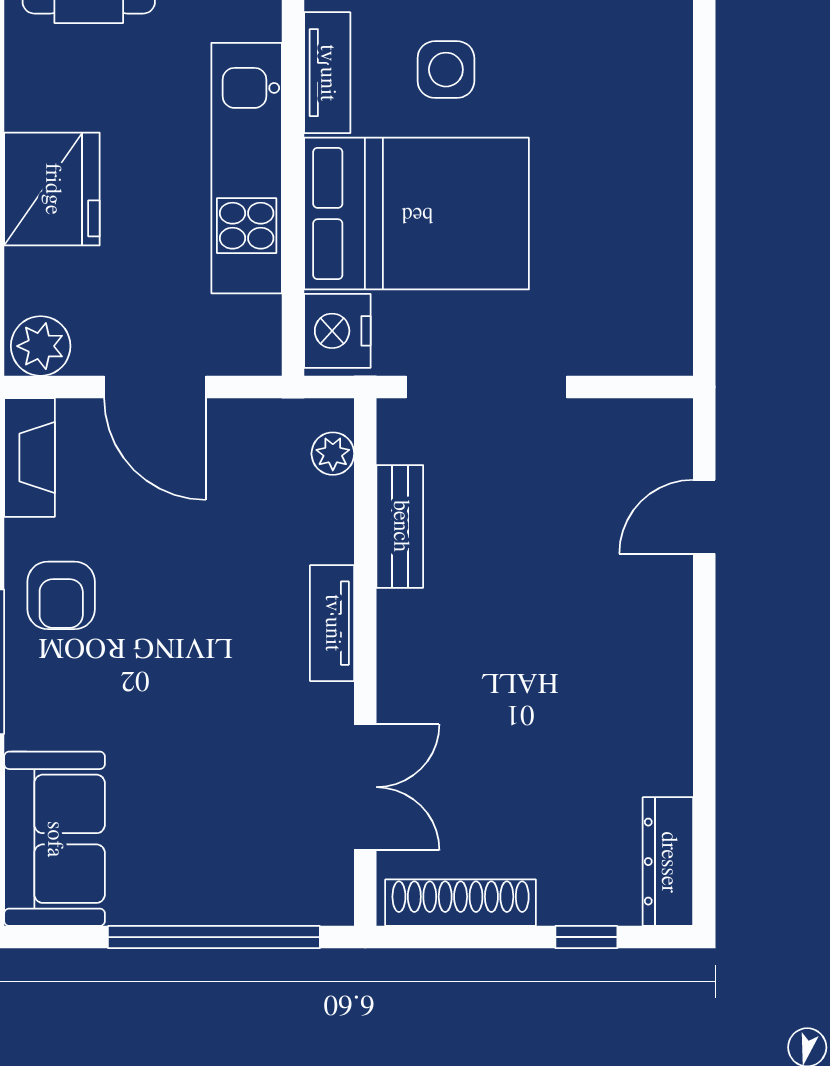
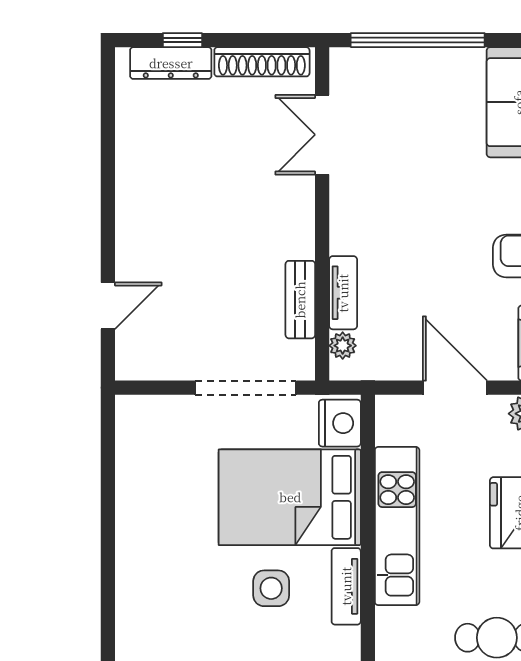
tv unit: (332, 623) -> (343, 293), moved
dresser: (668, 862) -> (171, 63), moved, turned 90

